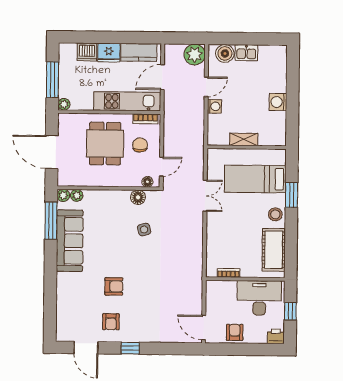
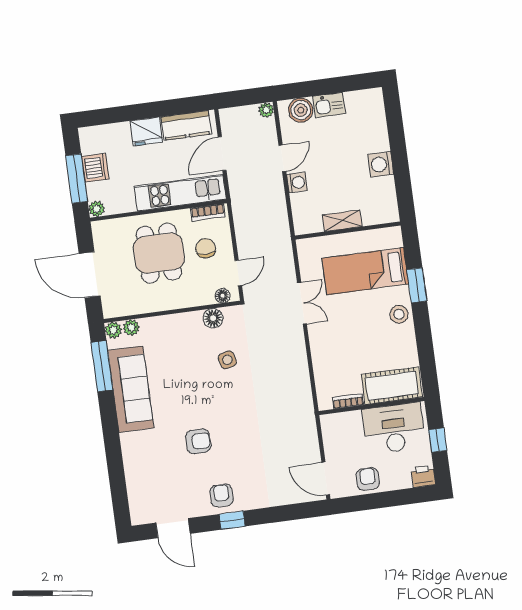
dishwasher: (87, 52) -> (95, 168), moved, turned -90
plant: (195, 55) -> (266, 110), width x0.53, depth x0.53
cot: (274, 250) -> (392, 386), moved, turned 90
armchair: (111, 322) -> (222, 496), moved, turned 180

